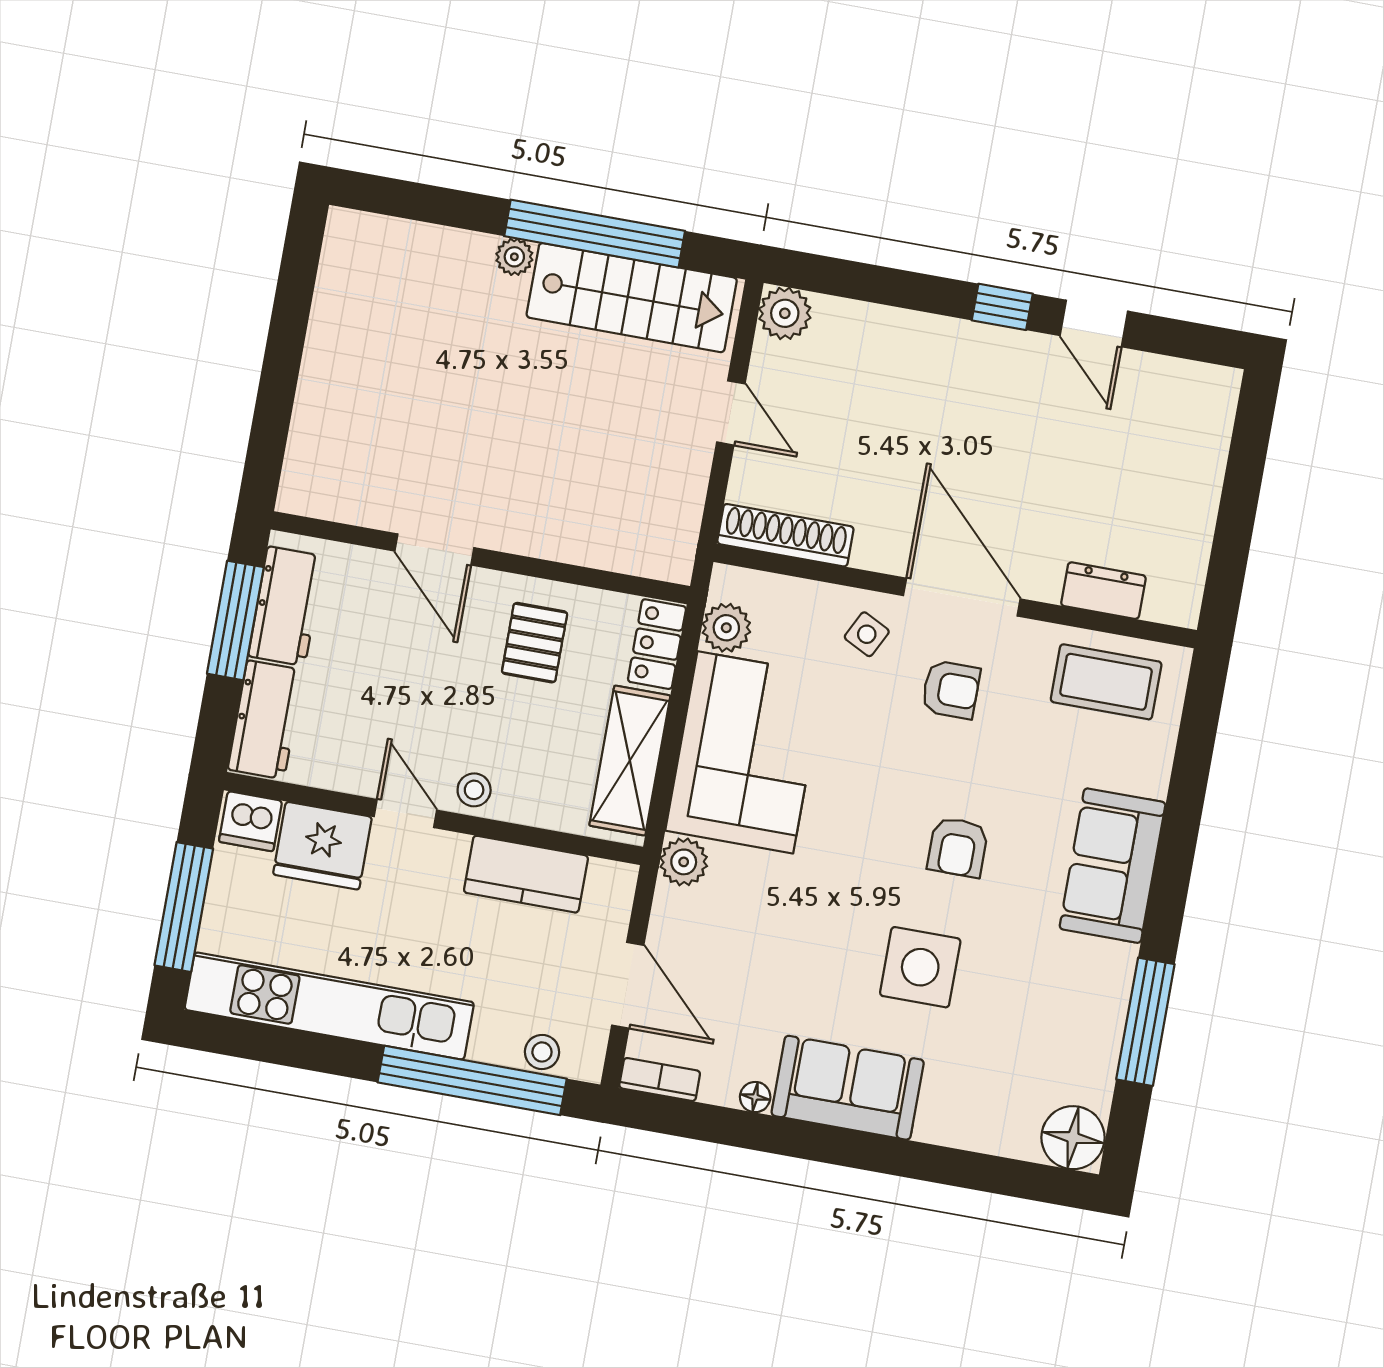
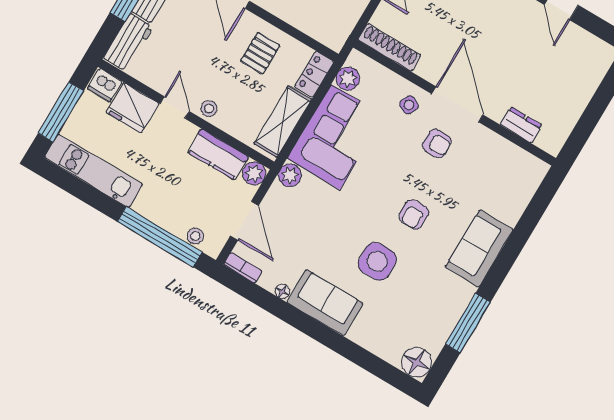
coffee table: (1106, 682) -> (507, 166), removed
plant: (612, 885) -> (254, 173), added
kitchen unit: (329, 1006) -> (93, 171), width x0.73

